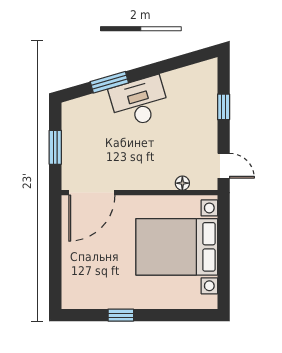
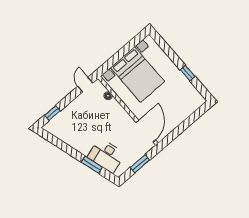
desk: (139, 102) -> (106, 156), moved
window: (224, 107) -> (52, 113), moved
door: (92, 193) -> (146, 131), hinge flipped

